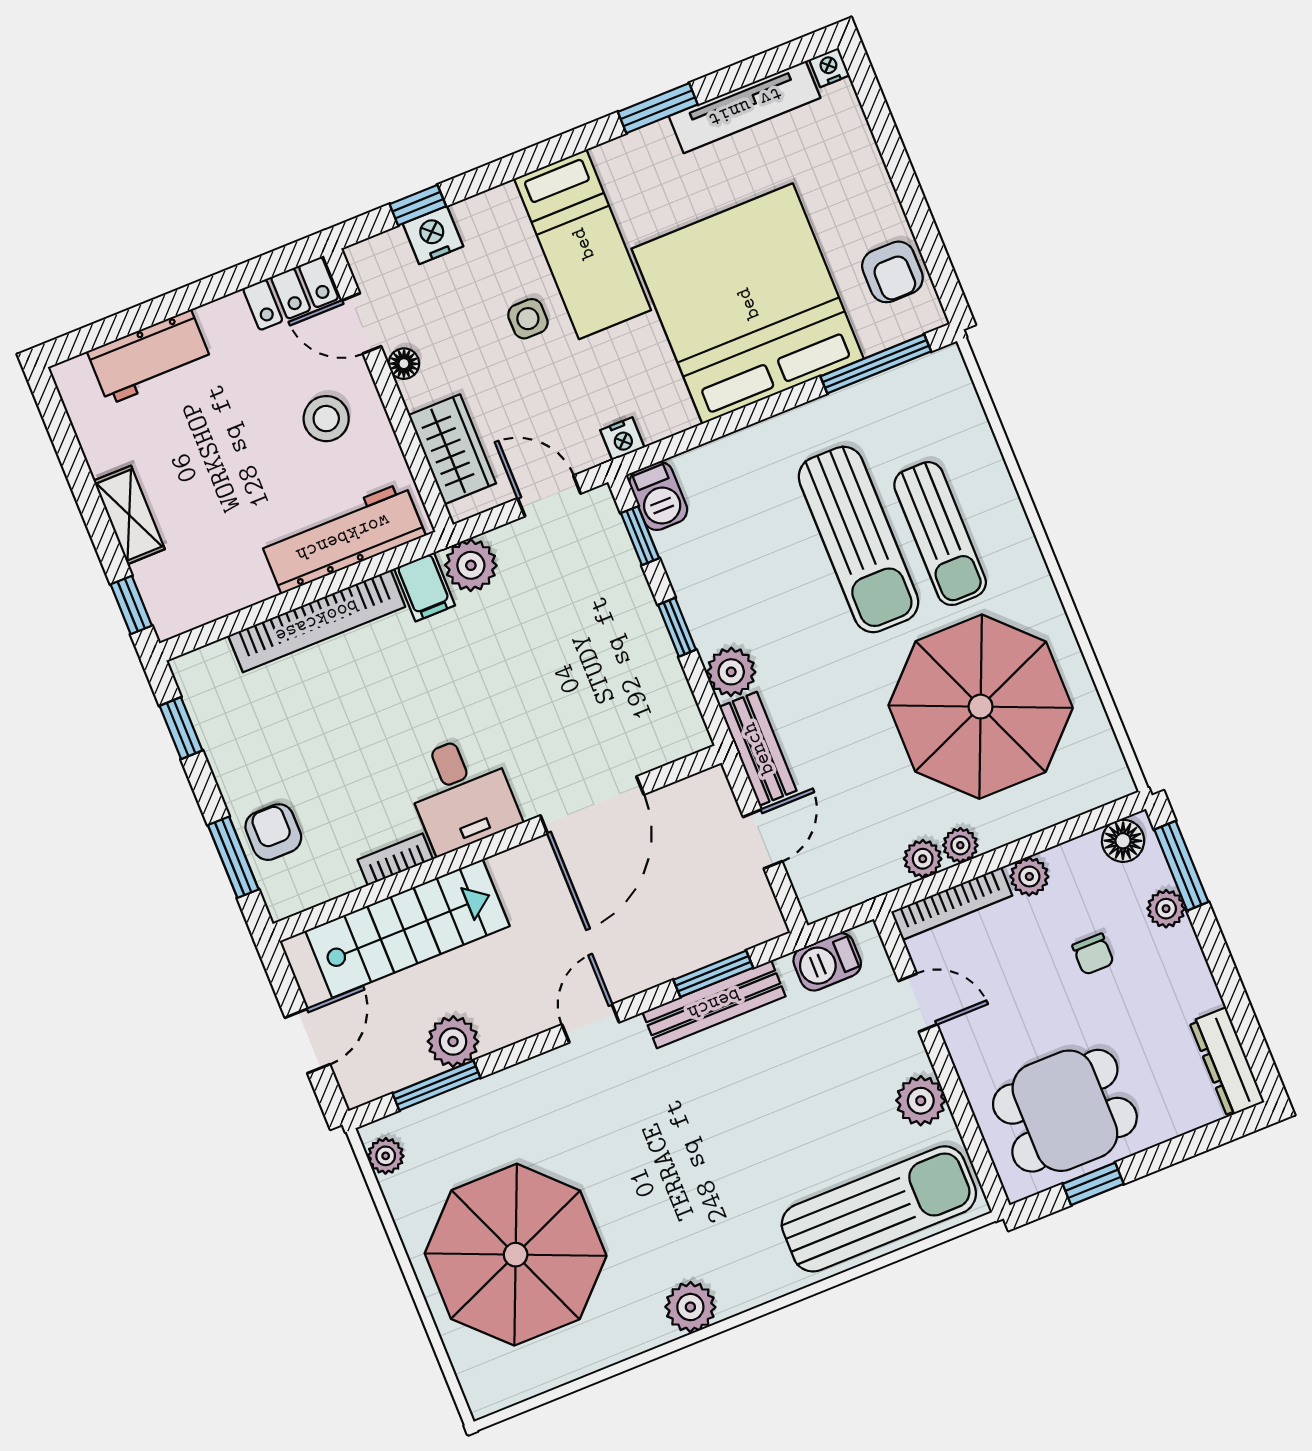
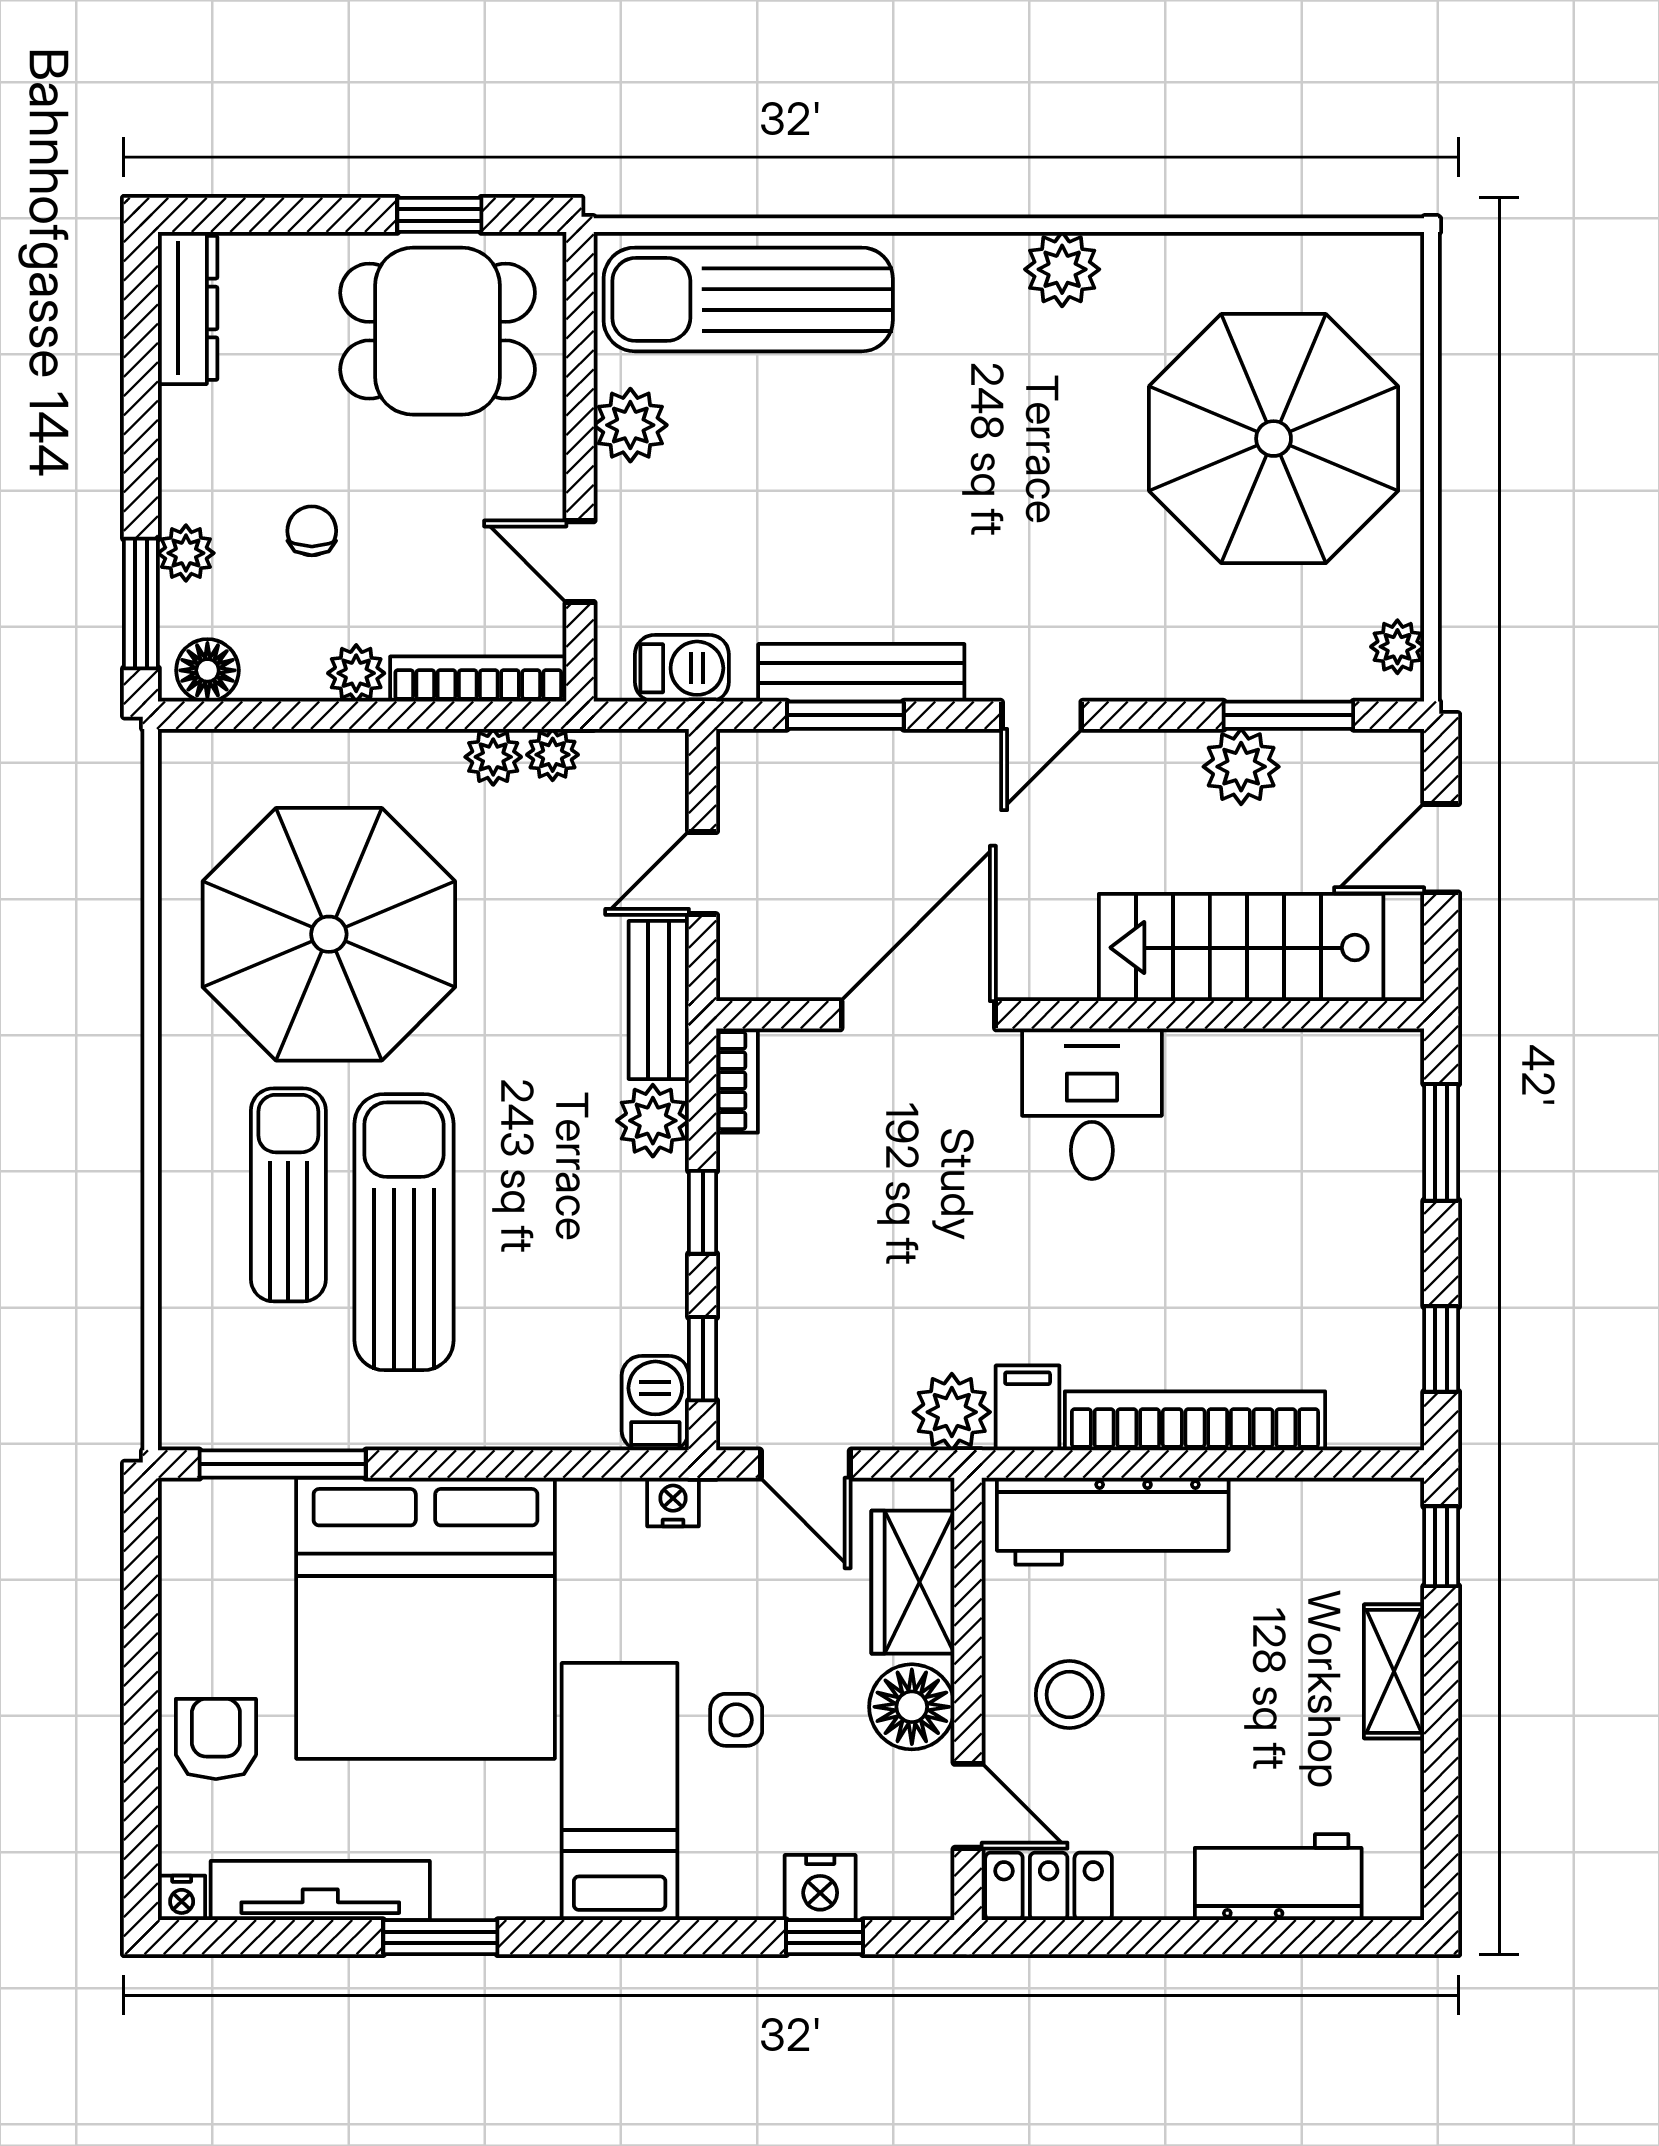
armchair: (892, 272) -> (216, 1739), moved
floor lamp: (404, 364) -> (912, 1707), width x1.89, depth x1.89
armchair: (273, 832) -> (1372, 1155), removed
plant: (960, 845) -> (553, 755), moved
bookcase: (395, 859) -> (737, 1081), moved, turned -90

